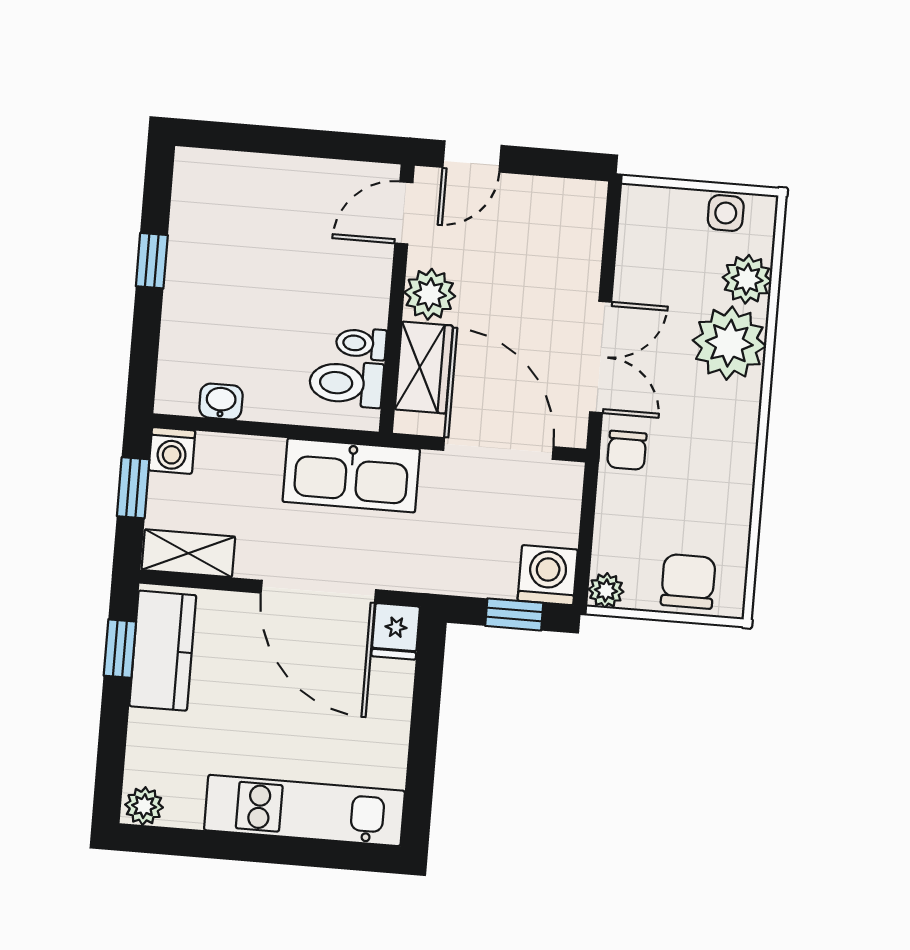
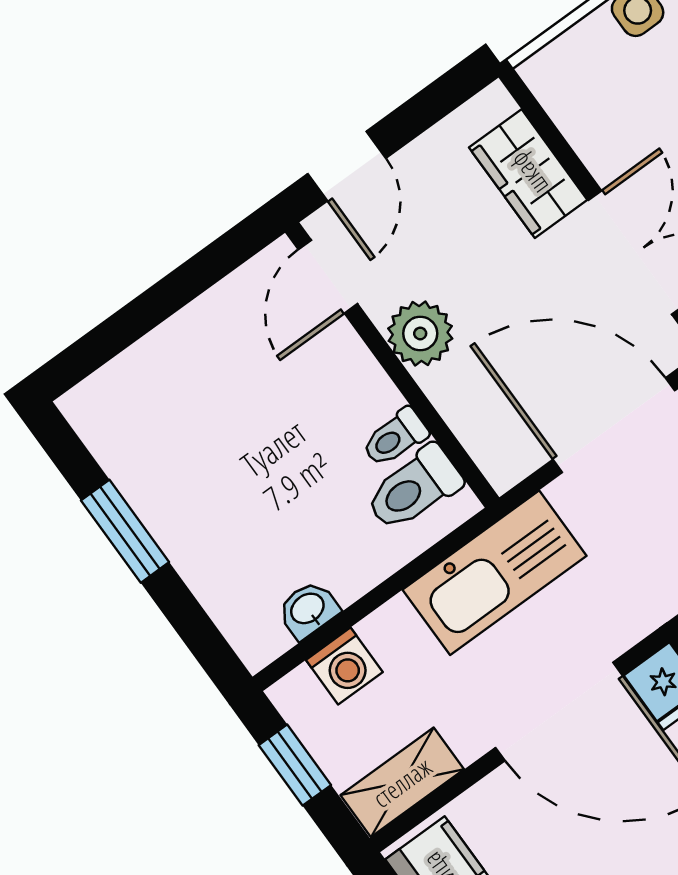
window: (152, 261) -> (125, 531), width x1.50
wardrobe: (424, 368) -> (528, 174), moved, turned 180
washing machine: (172, 450) -> (344, 666), moved

